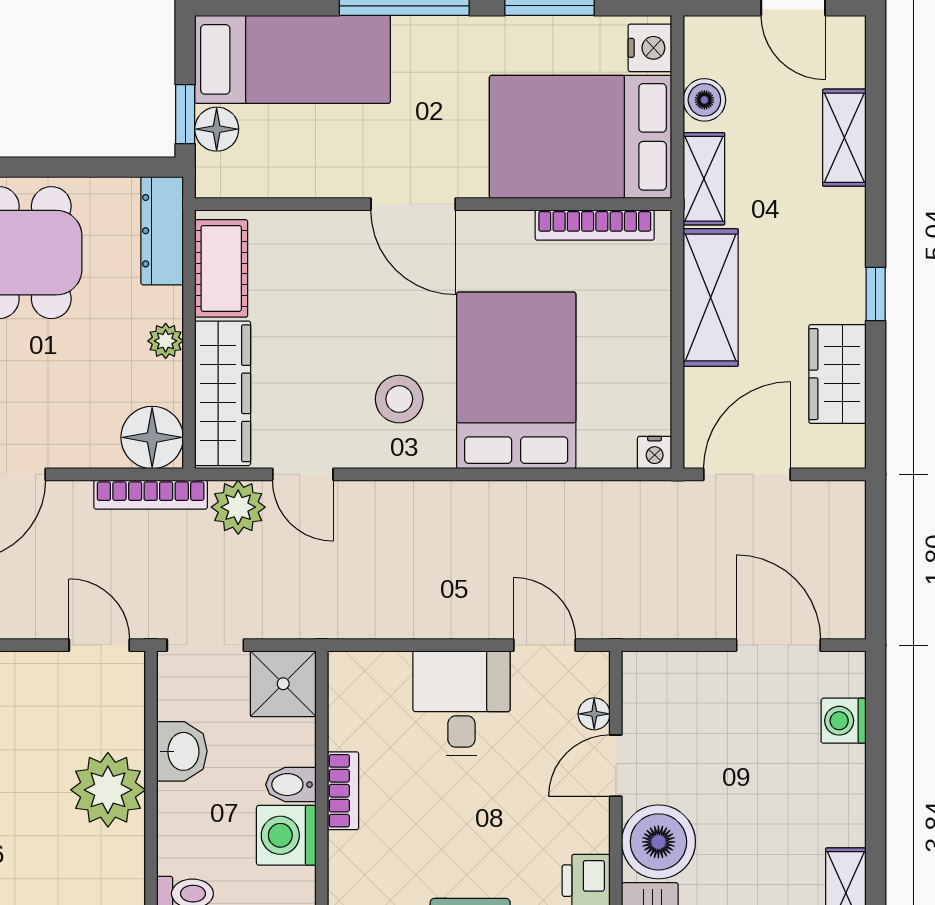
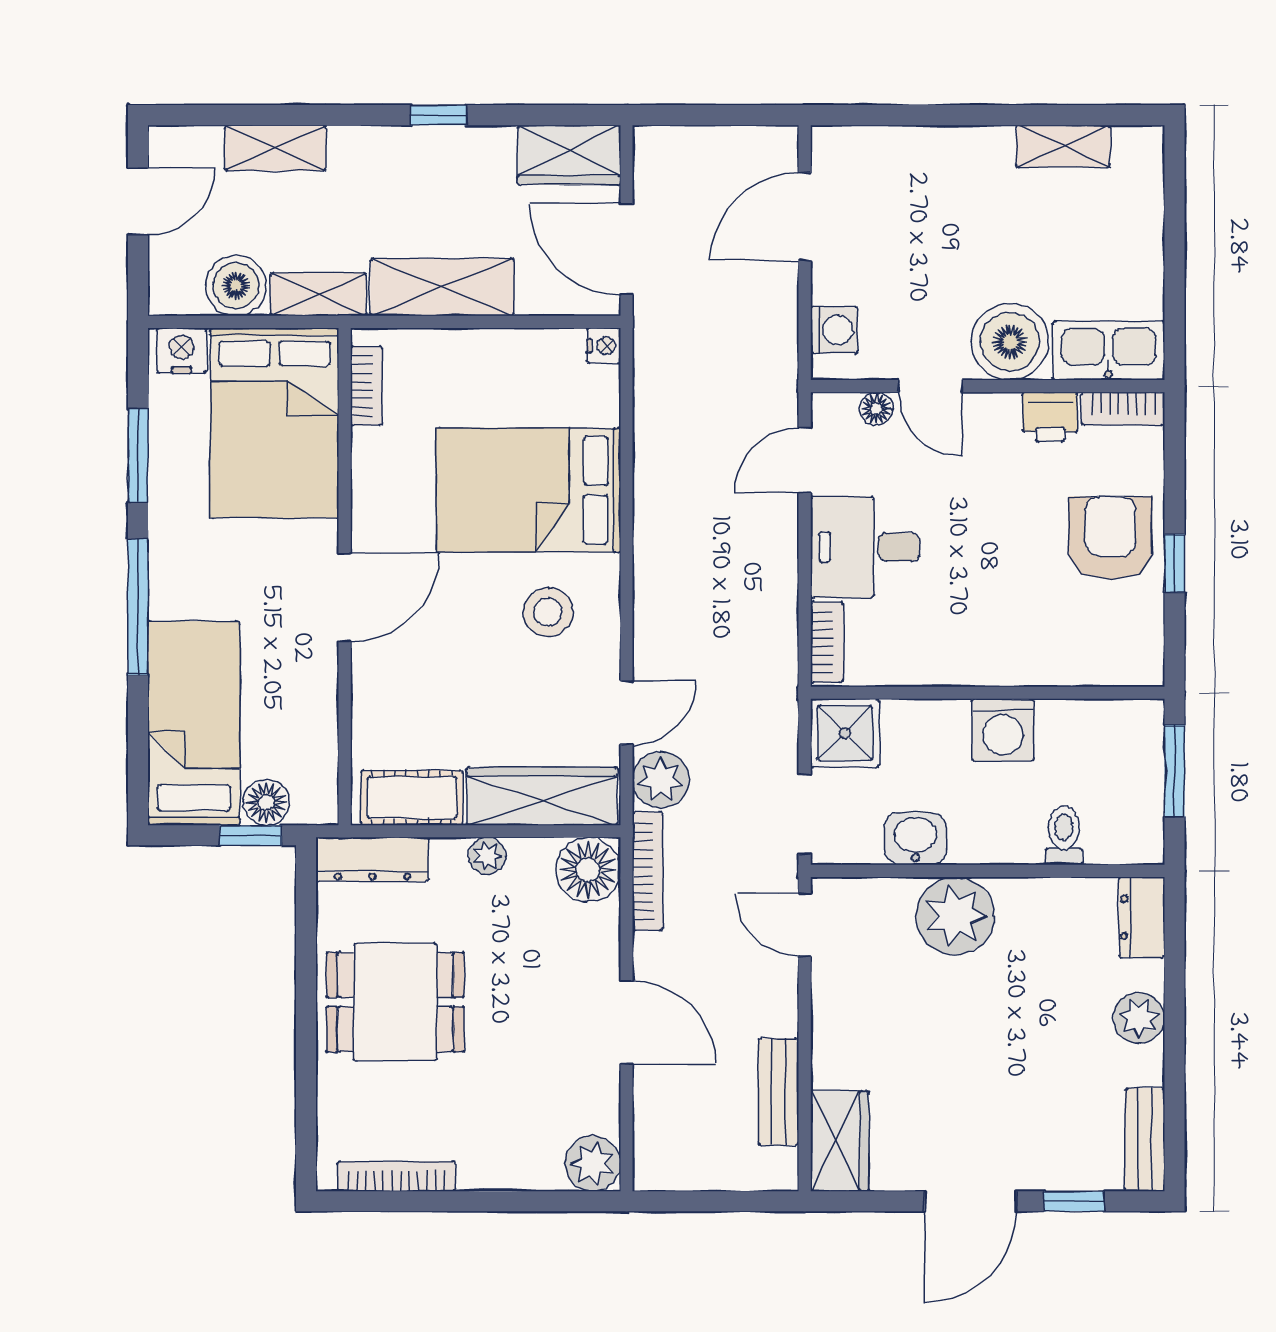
boiler: (704, 100) -> (236, 286), width x1.36, depth x1.36
bookcase: (595, 225) -> (366, 386), width x0.64
wardrobe: (837, 374) -> (569, 155), moved
door: (99, 645) -> (805, 925), hinge flipped
washing machine: (844, 721) -> (834, 330), moved, turned -90
bidet: (291, 785) -> (950, 725), removed
bookcase: (343, 791) -> (827, 642), moved, turned 90

